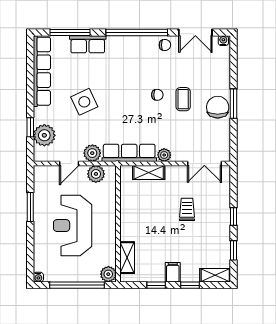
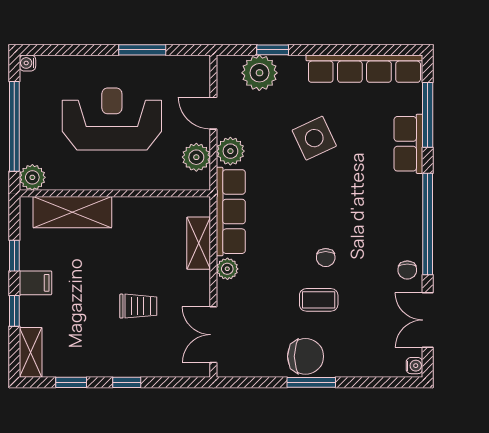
shelving: (127, 258) -> (72, 212), width x1.50, depth x1.33

